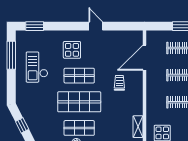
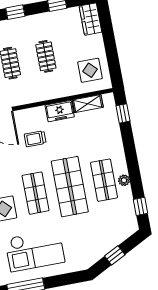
checkout: (37, 67) -> (35, 250), width x1.36, depth x1.21
freezer: (136, 105) -> (60, 111), added

